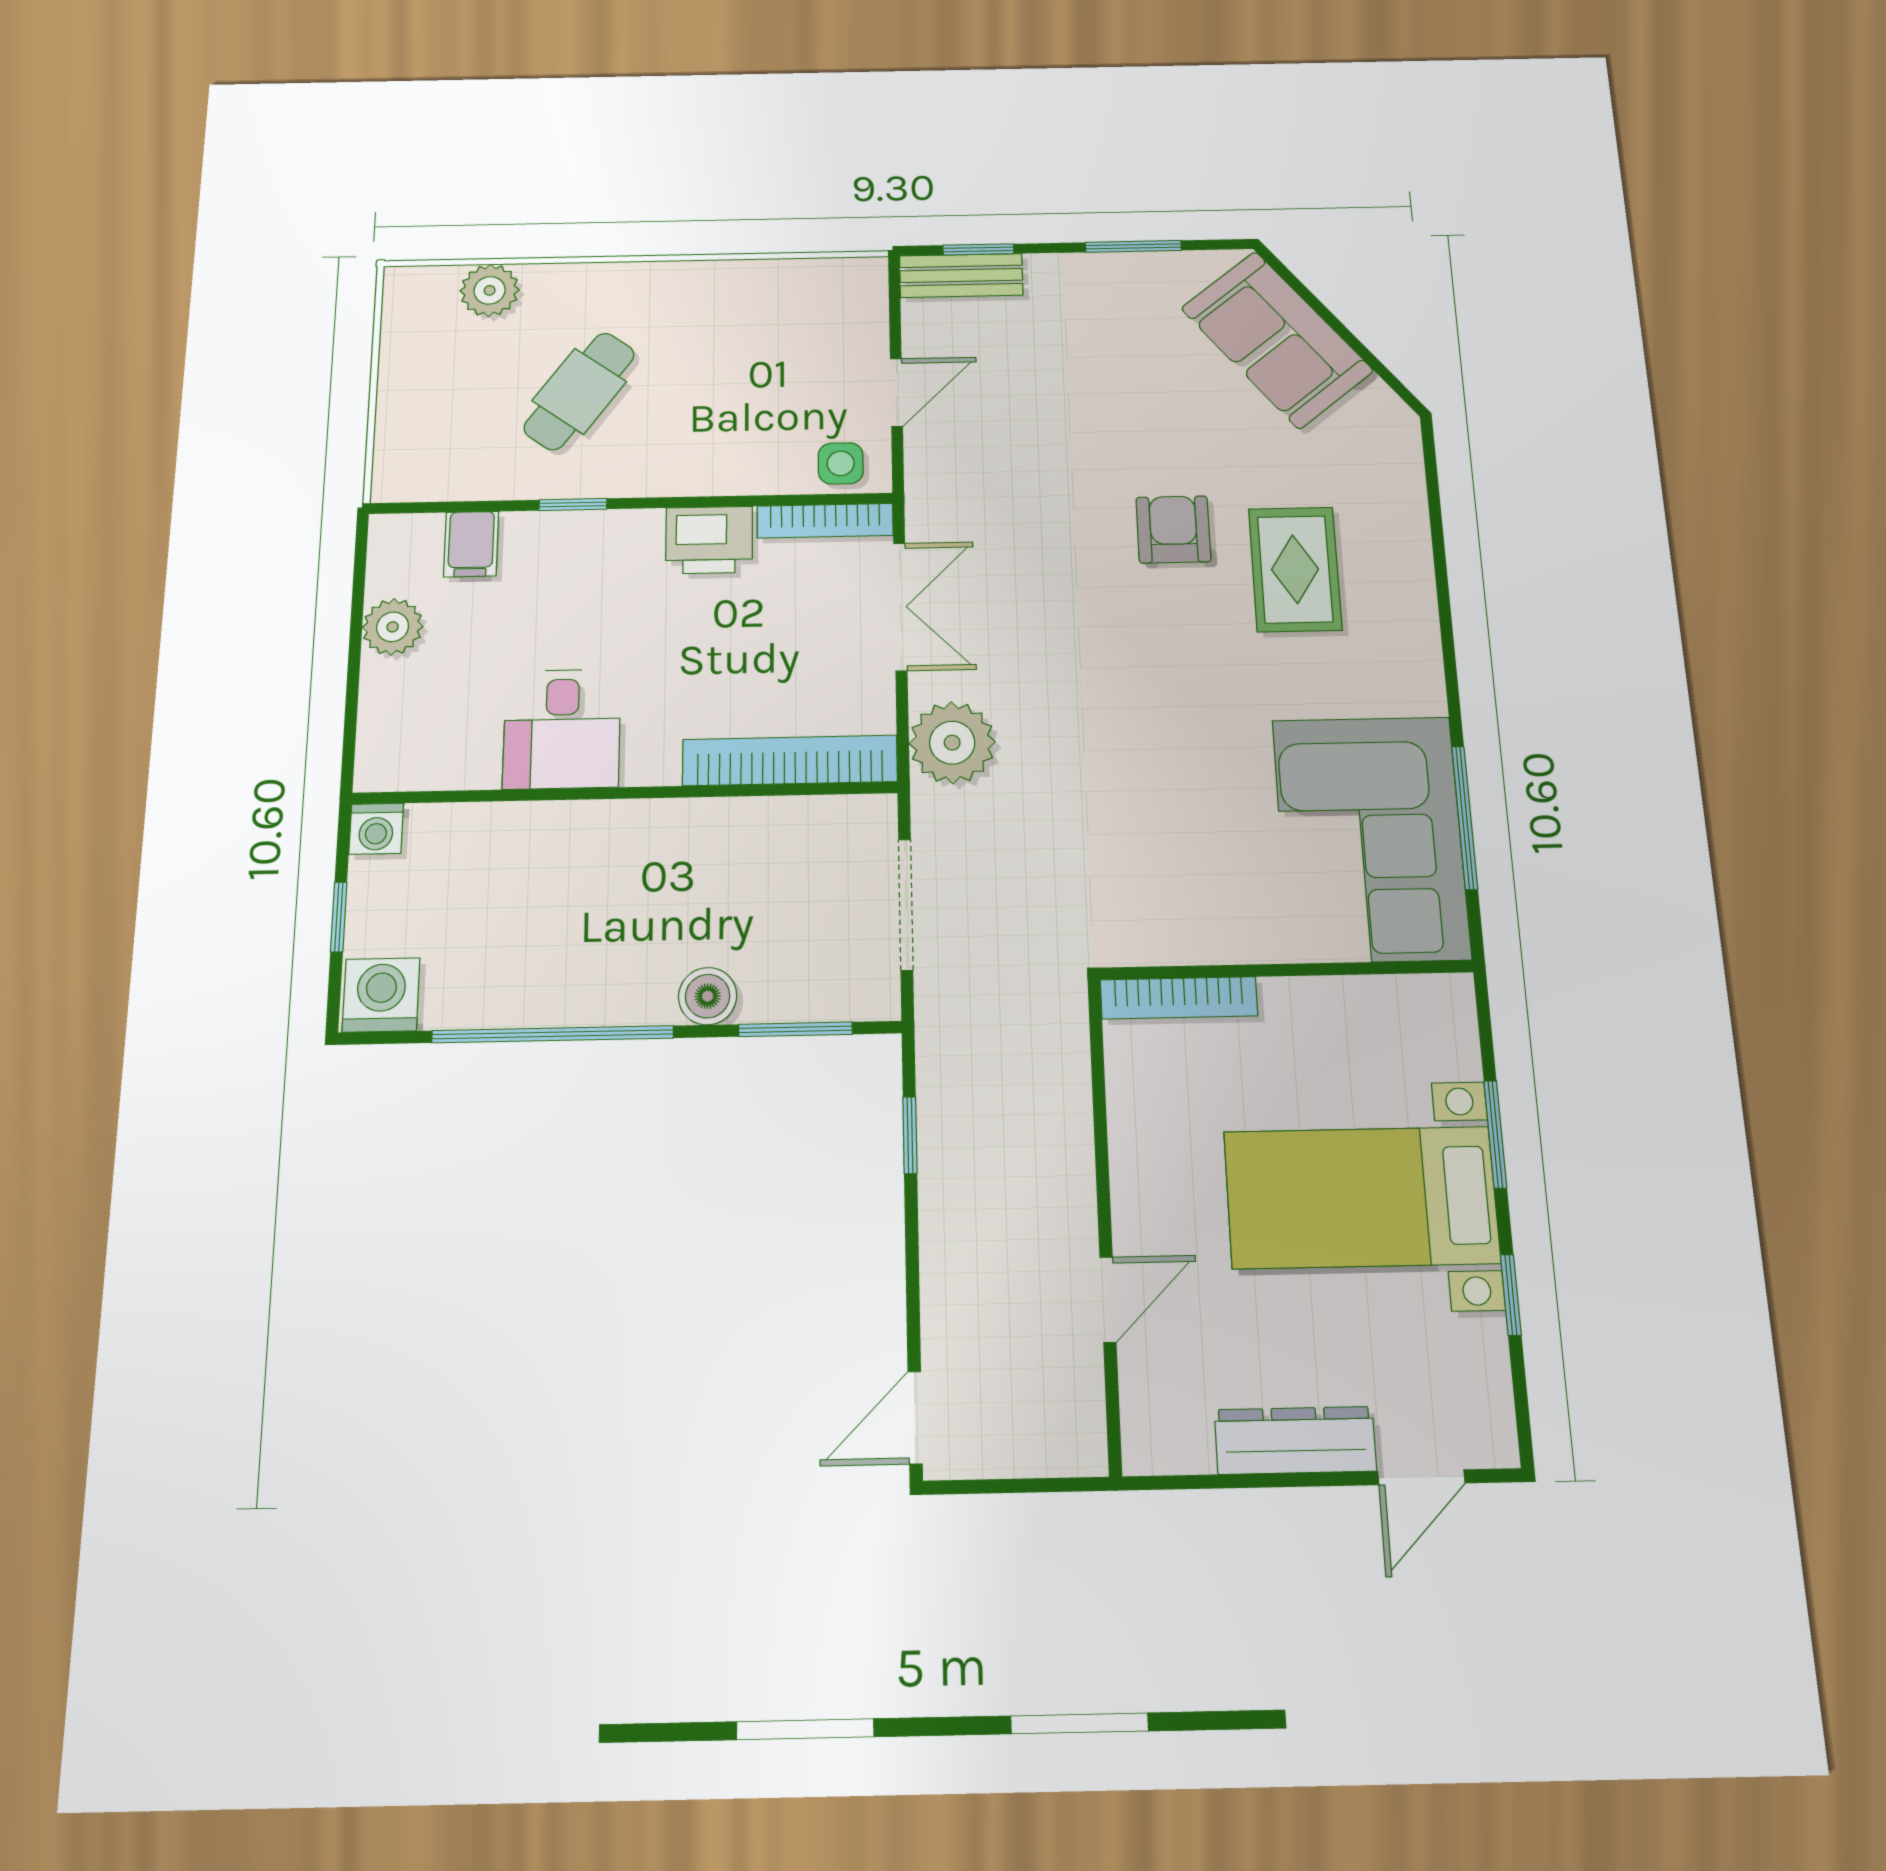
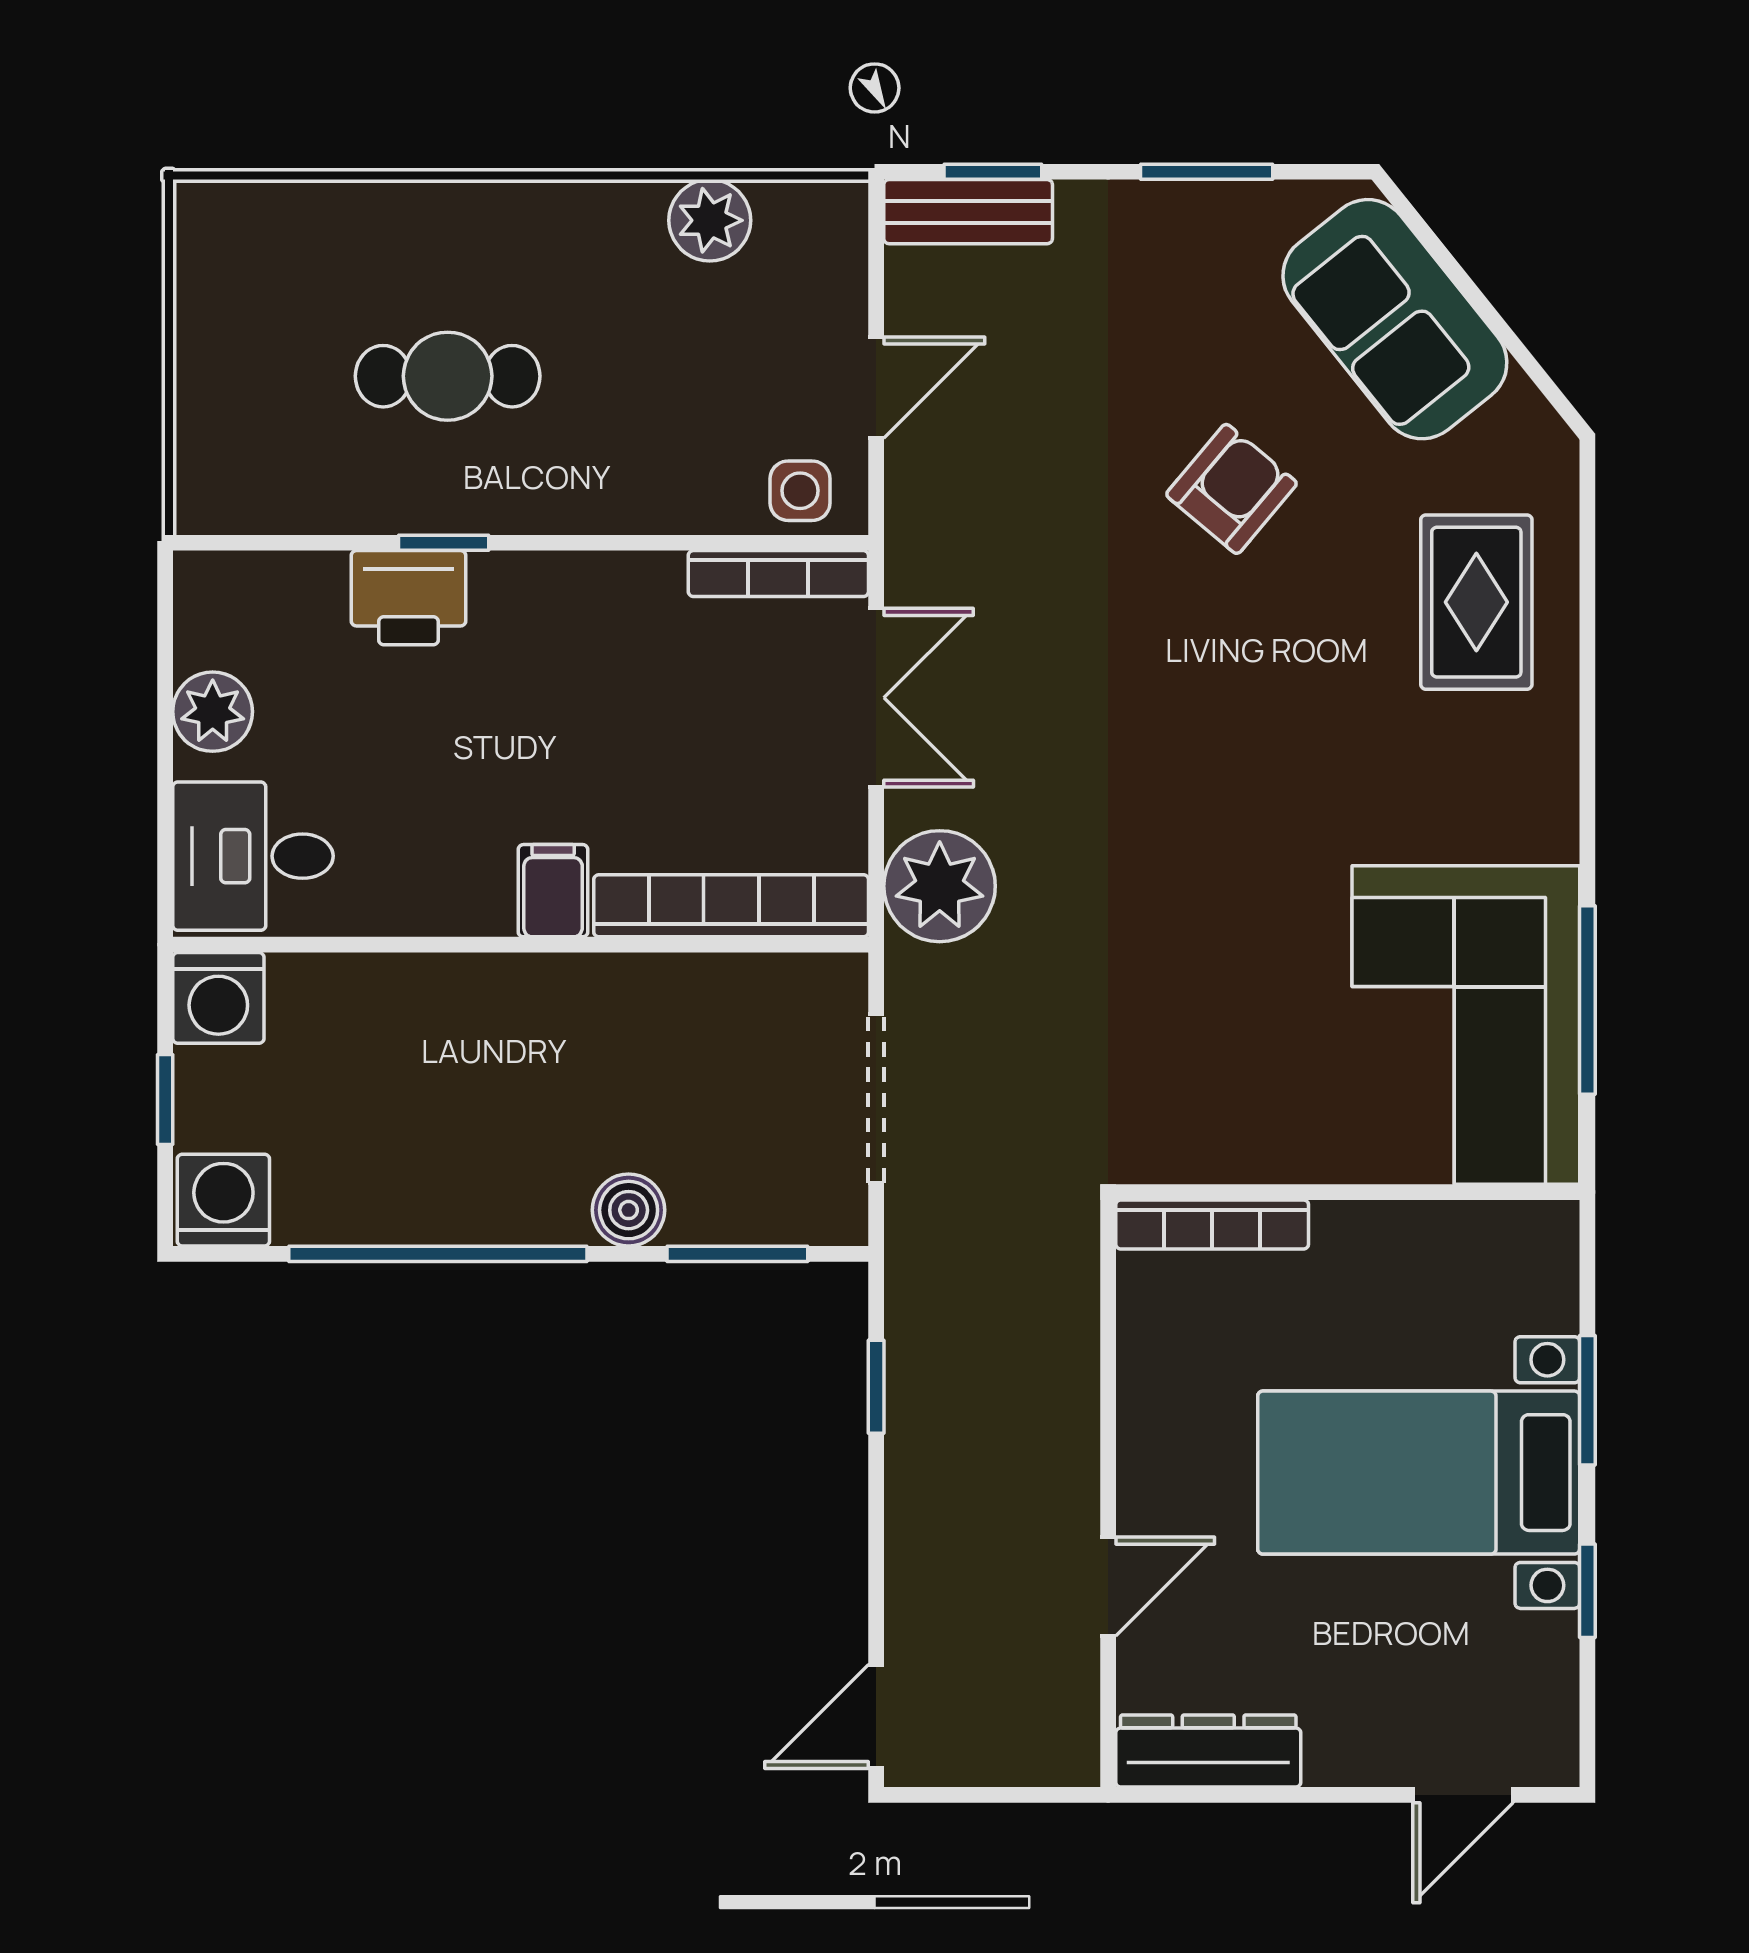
plant: (490, 290) -> (710, 220), moved
cafe table: (579, 391) -> (448, 376), turned 54
armchair: (1173, 529) -> (1231, 489), moved, turned 40
printer: (709, 540) -> (408, 598), moved
filing cabinet: (471, 544) -> (553, 891), moved, turned 180
rug: (1295, 569) -> (1476, 602), moved
desk: (562, 729) -> (253, 856), moved, turned 90
washing machine: (376, 829) -> (218, 998), width x1.38, depth x1.38
dresser: (1295, 1440) -> (1208, 1751), moved

